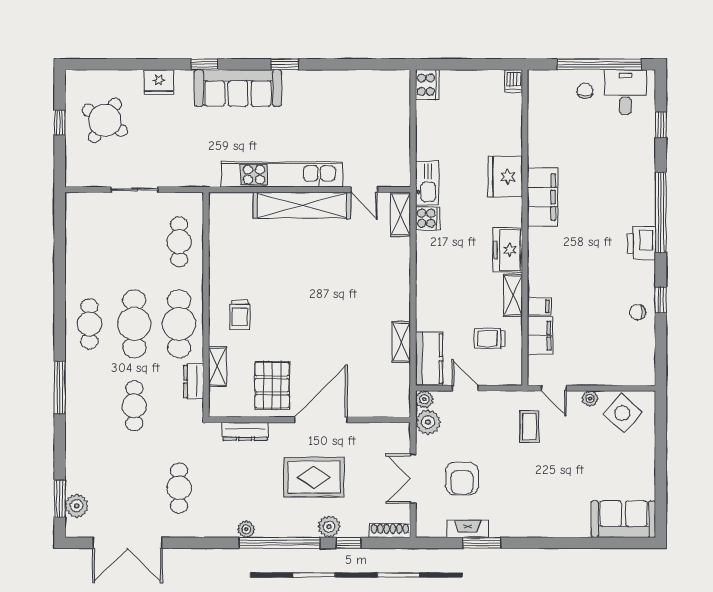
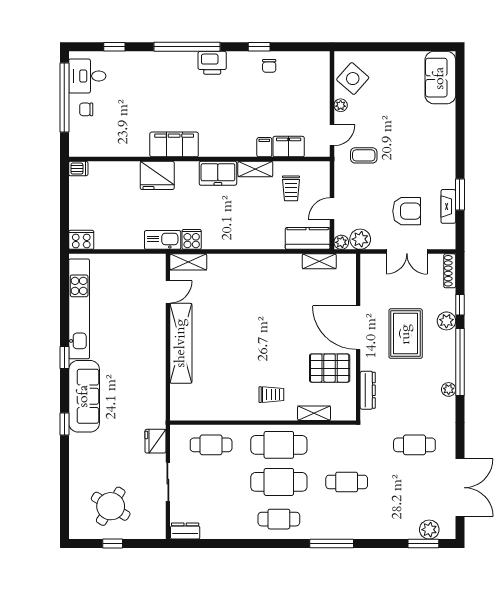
fridge: (159, 82) -> (155, 441), moved, turned 180
kitchen unit: (282, 175) -> (79, 309), moved, turned 180
shelving: (401, 342) -> (319, 261), moved
dresser: (194, 381) -> (185, 531), moved, turned 180

